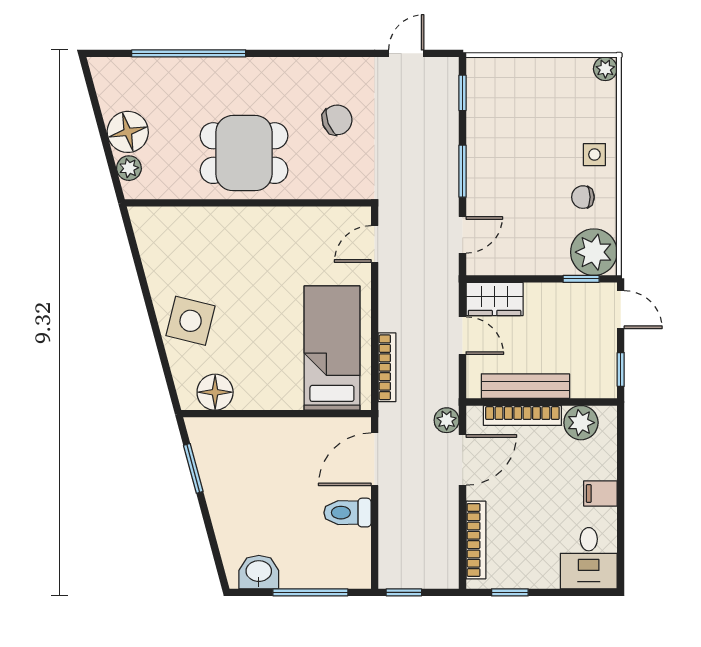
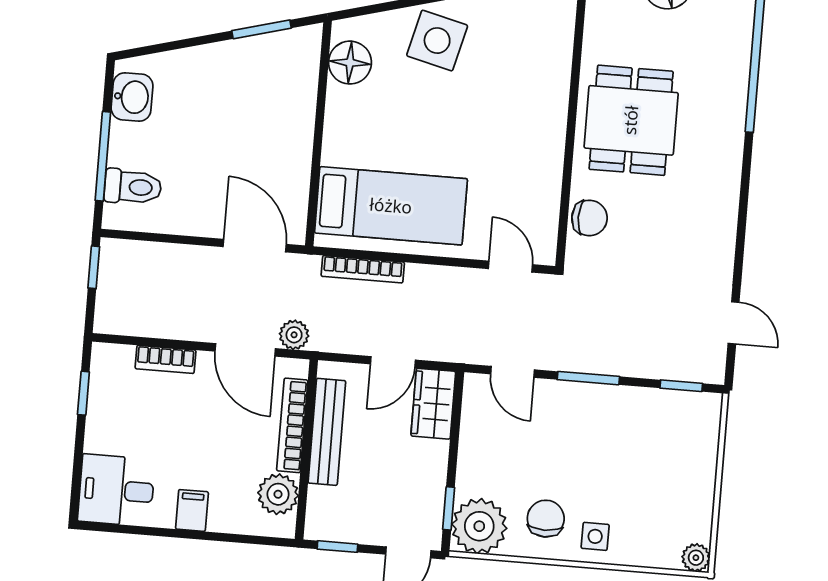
chair: (337, 120) -> (589, 218), moved, turned -69
chair: (583, 197) -> (546, 519), width x1.37, depth x1.37
toilet: (347, 513) -> (133, 187), moved, turned 90
bookcase: (476, 540) -> (166, 359), width x0.64

